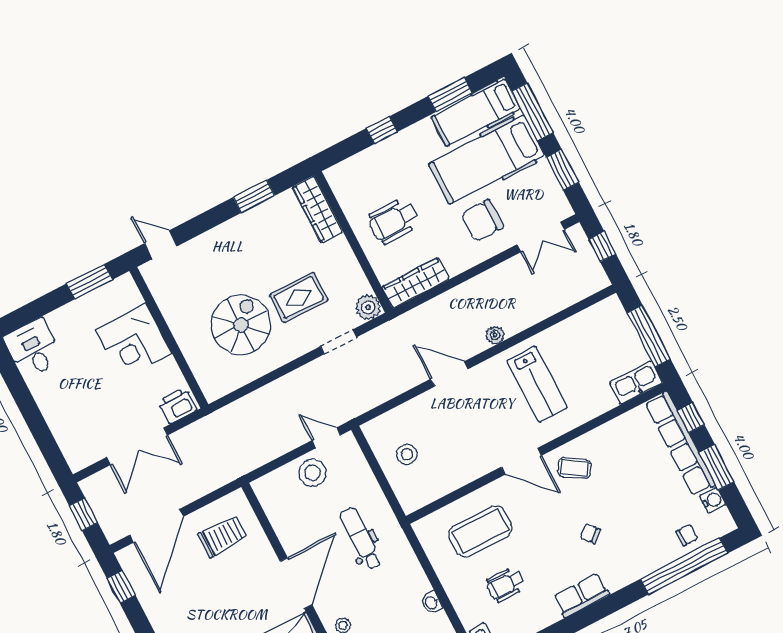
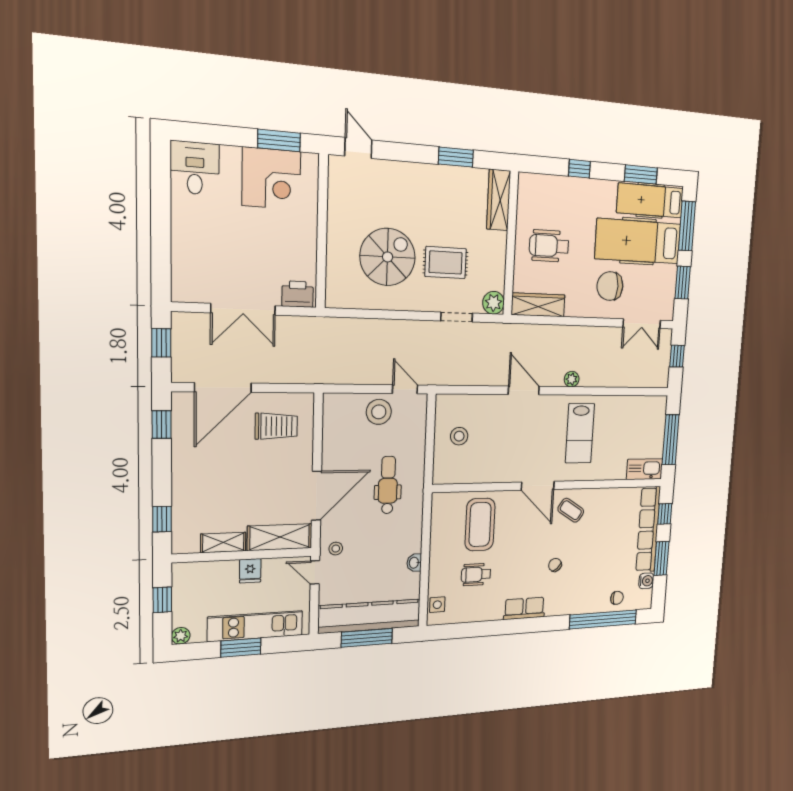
corner desk: (134, 342) -> (271, 178), moved, turned -90
coffee table: (480, 531) -> (480, 525), turned 90

